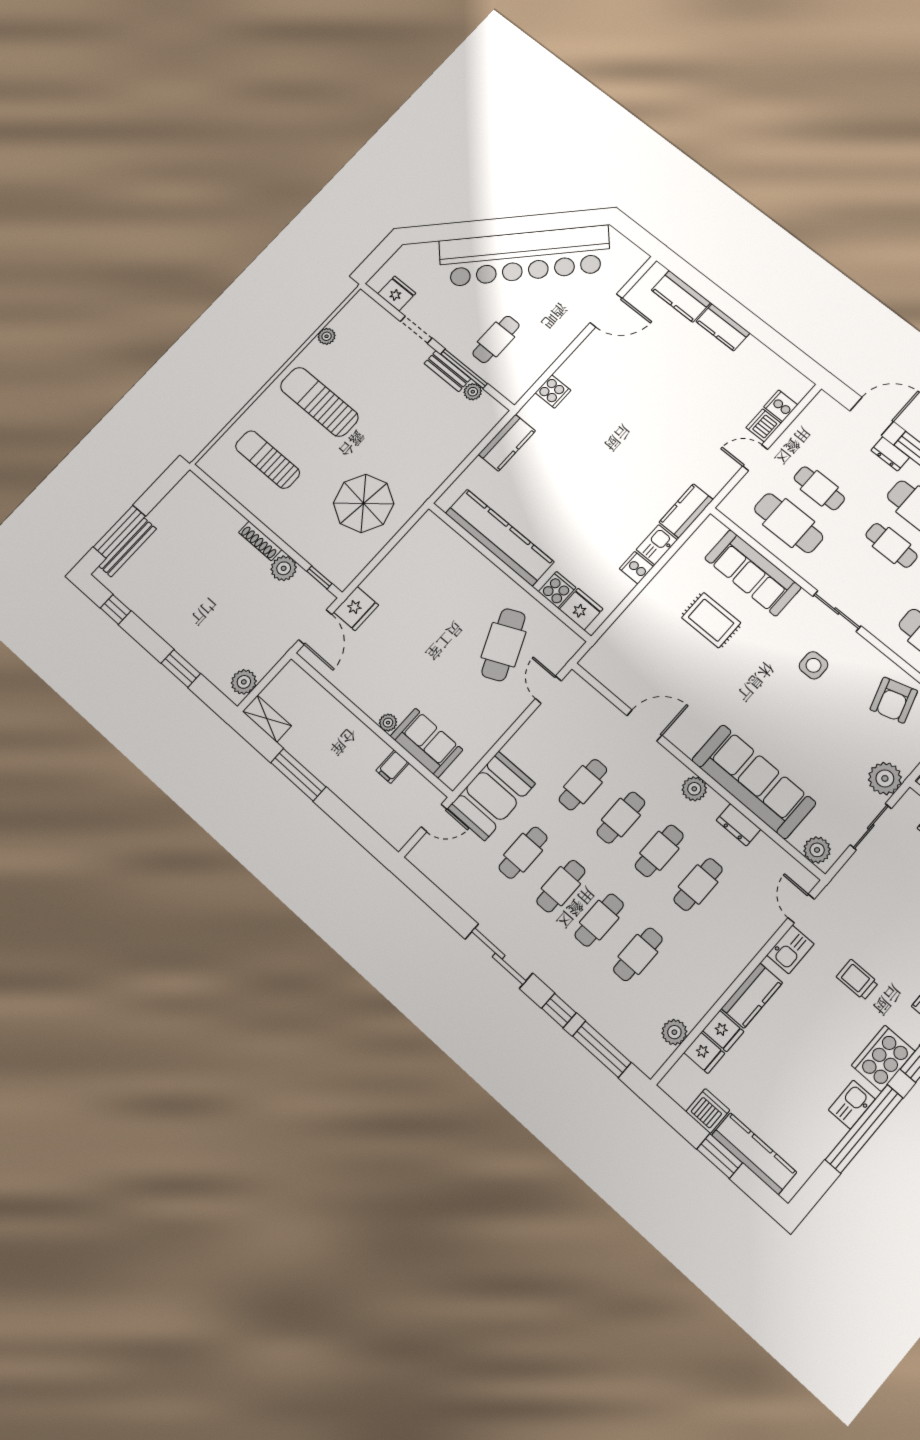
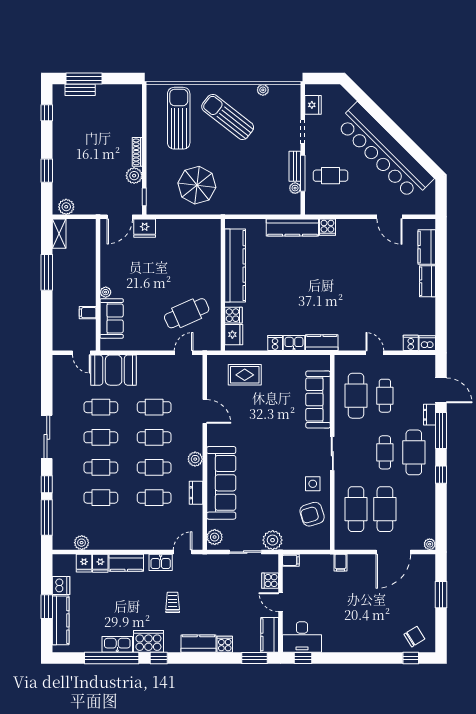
sun lounger: (319, 402) -> (228, 117), turned -52
dishwasher: (764, 425) -> (427, 343), moved
kitchen counter: (507, 443) -> (292, 228), width x1.50
sun lounger: (268, 460) -> (179, 118), width x1.36, depth x1.34
bench: (128, 547) -> (80, 90), width x0.73
rug: (711, 620) -> (245, 375), moved, turned 90
side table: (814, 665) -> (313, 484), moved
kitchen sink: (852, 1105) -> (117, 644), width x1.38

